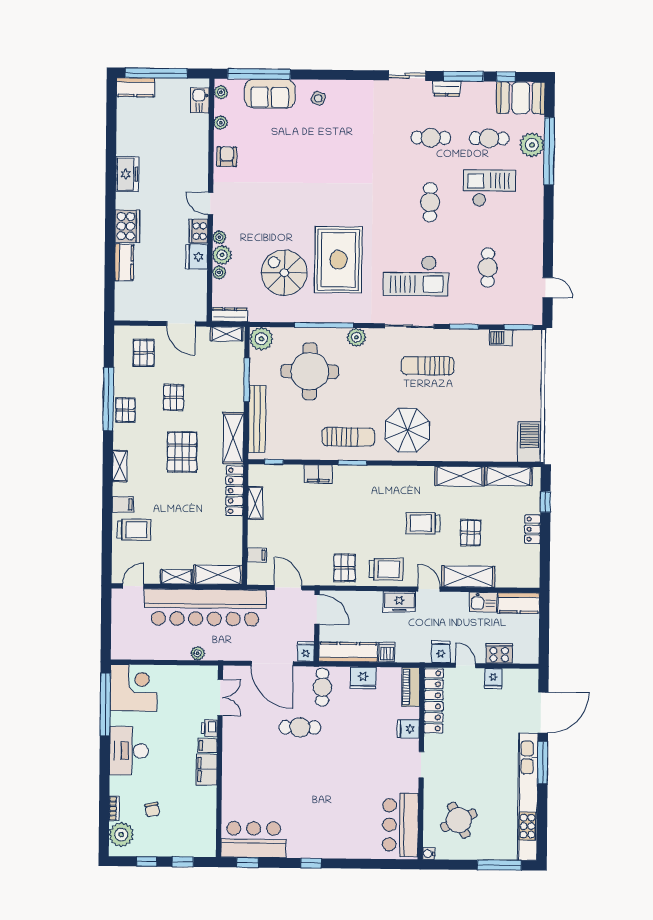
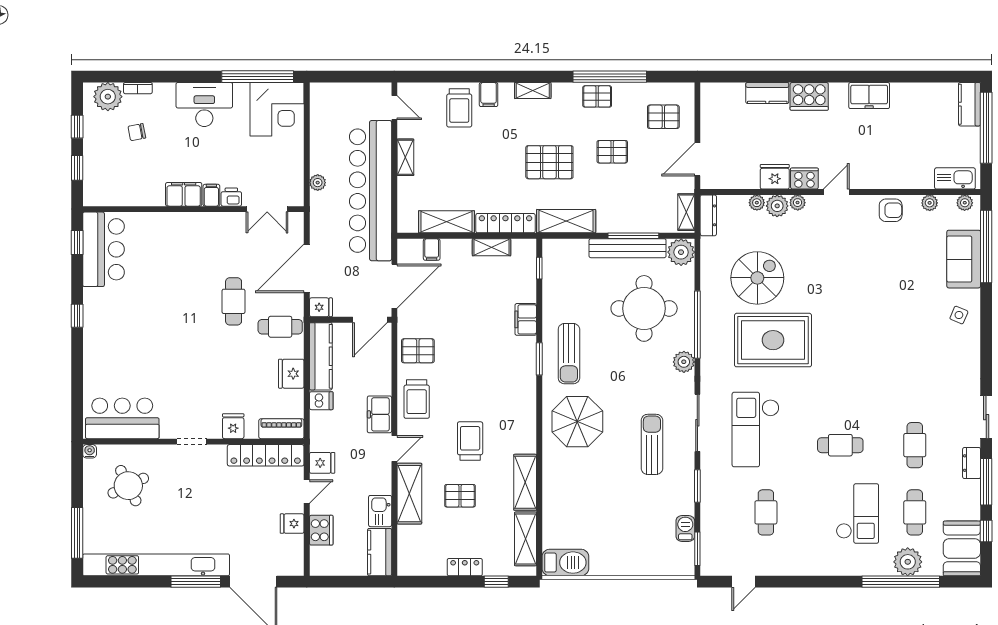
kitchen sink: (200, 100) -> (955, 178), width x1.38
cafe table: (488, 267) -> (766, 512), turned 90
bench: (257, 419) -> (628, 248), moved
shelving: (218, 575) -> (446, 222), moved, turned 90
door: (288, 588) -> (394, 286), width x1.36

